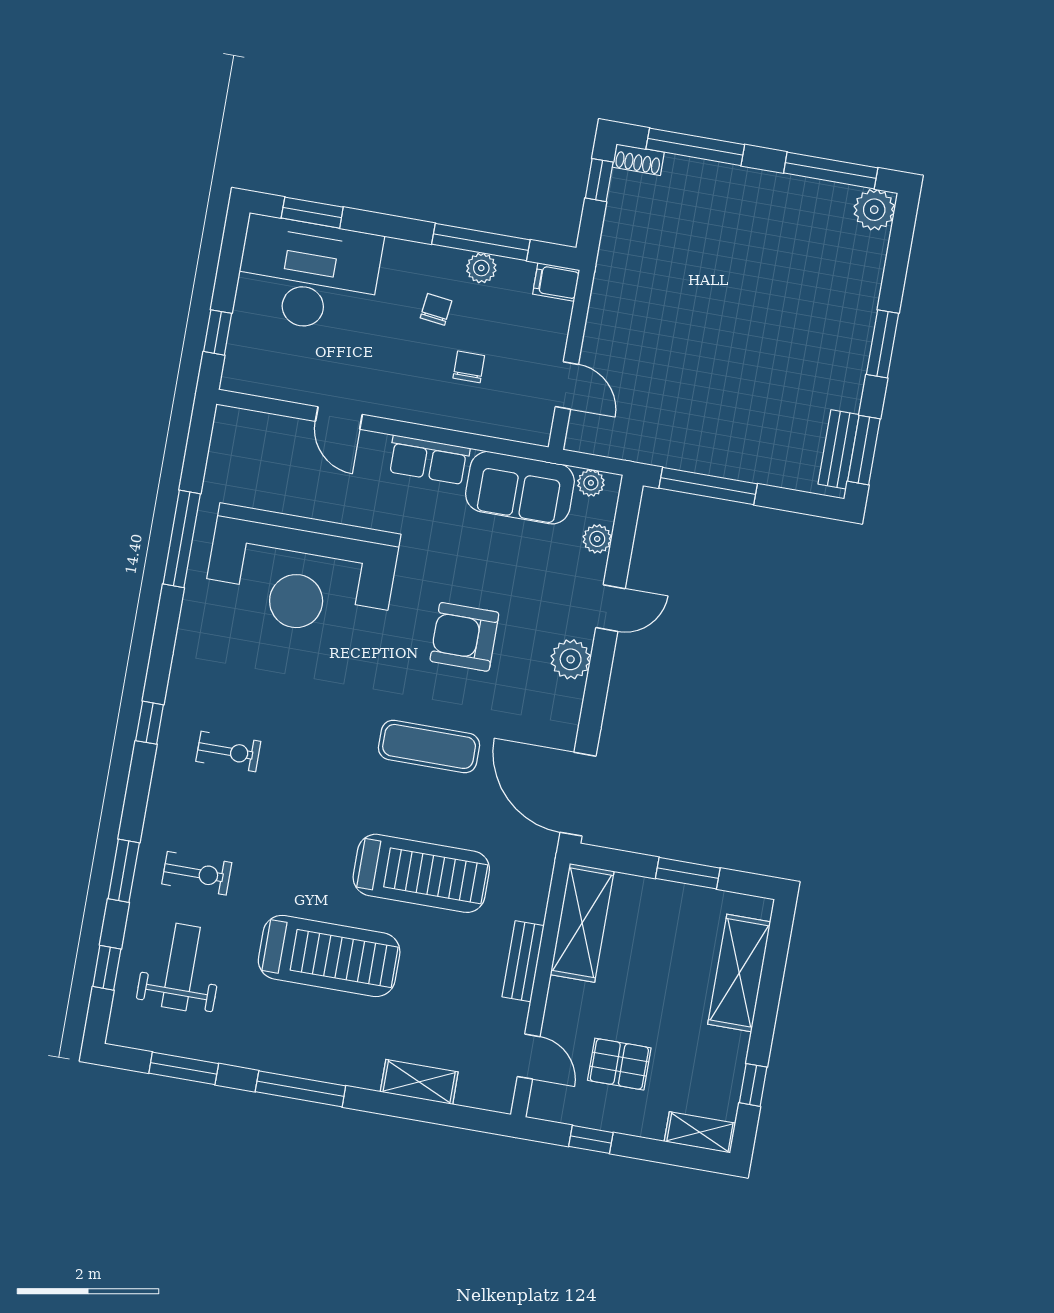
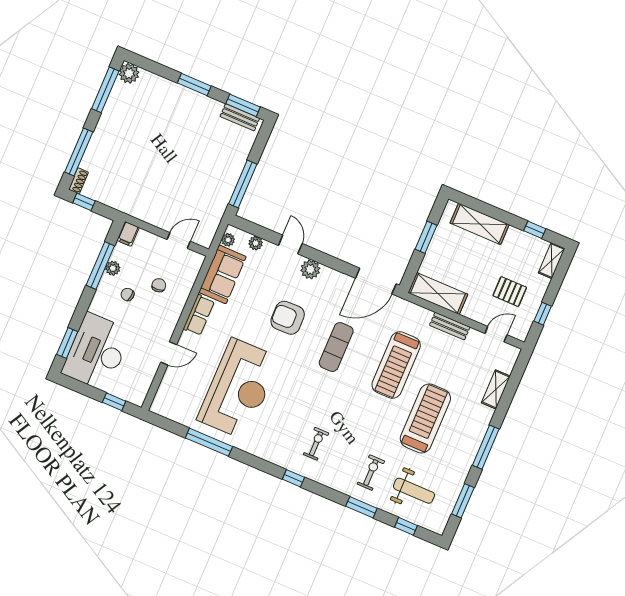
chair: (469, 367) -> (159, 285), turned 84
armchair: (464, 637) -> (288, 318), turned 89
treadmill: (421, 873) -> (396, 365), turned 180
weight bench: (181, 967) -> (414, 491), turned 180
pallet: (619, 1064) -> (510, 292), turned 90

